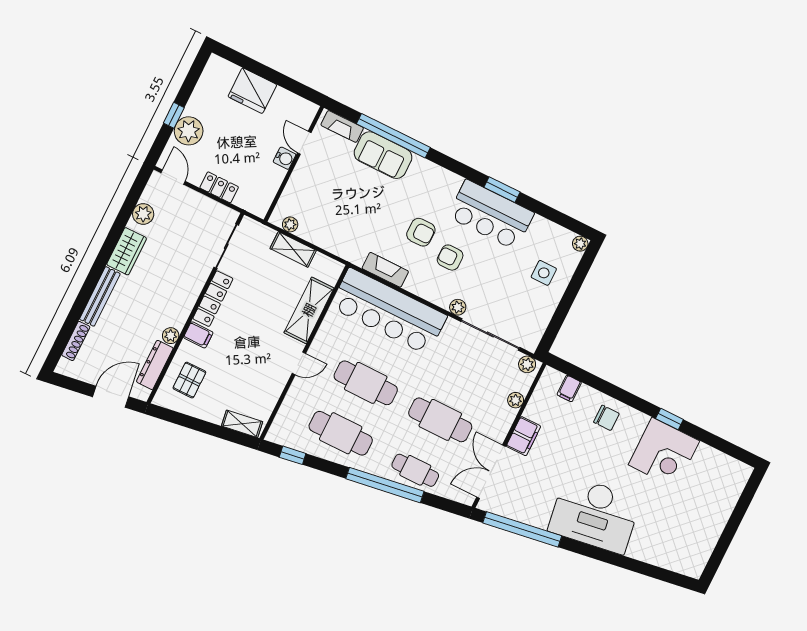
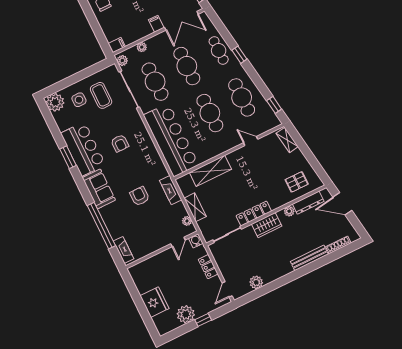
plant: (189, 131) -> (186, 314), moved
door: (304, 143) -> (178, 242), moved
sofa: (383, 155) -> (99, 189), moved
water cooler: (285, 158) -> (196, 241), moved
armchair: (421, 232) -> (140, 196), moved
plant: (580, 244) -> (55, 102), width x1.87, depth x1.87
wardrobe: (127, 251) -> (267, 225), moved, turned 180
fireplace: (385, 270) -> (171, 190), moved
coffee table: (520, 300) -> (101, 95), added
plant: (458, 307) -> (135, 116), removed
filing cabinet: (198, 335) -> (275, 201), removed
door: (299, 363) -> (251, 141), moved
cafe table: (465, 369) -> (155, 82), added
filing cabinet: (569, 389) -> (117, 45), moved
filing cabinet: (523, 436) -> (156, 24), width x0.50
window: (385, 485) -> (239, 55), width x0.32

